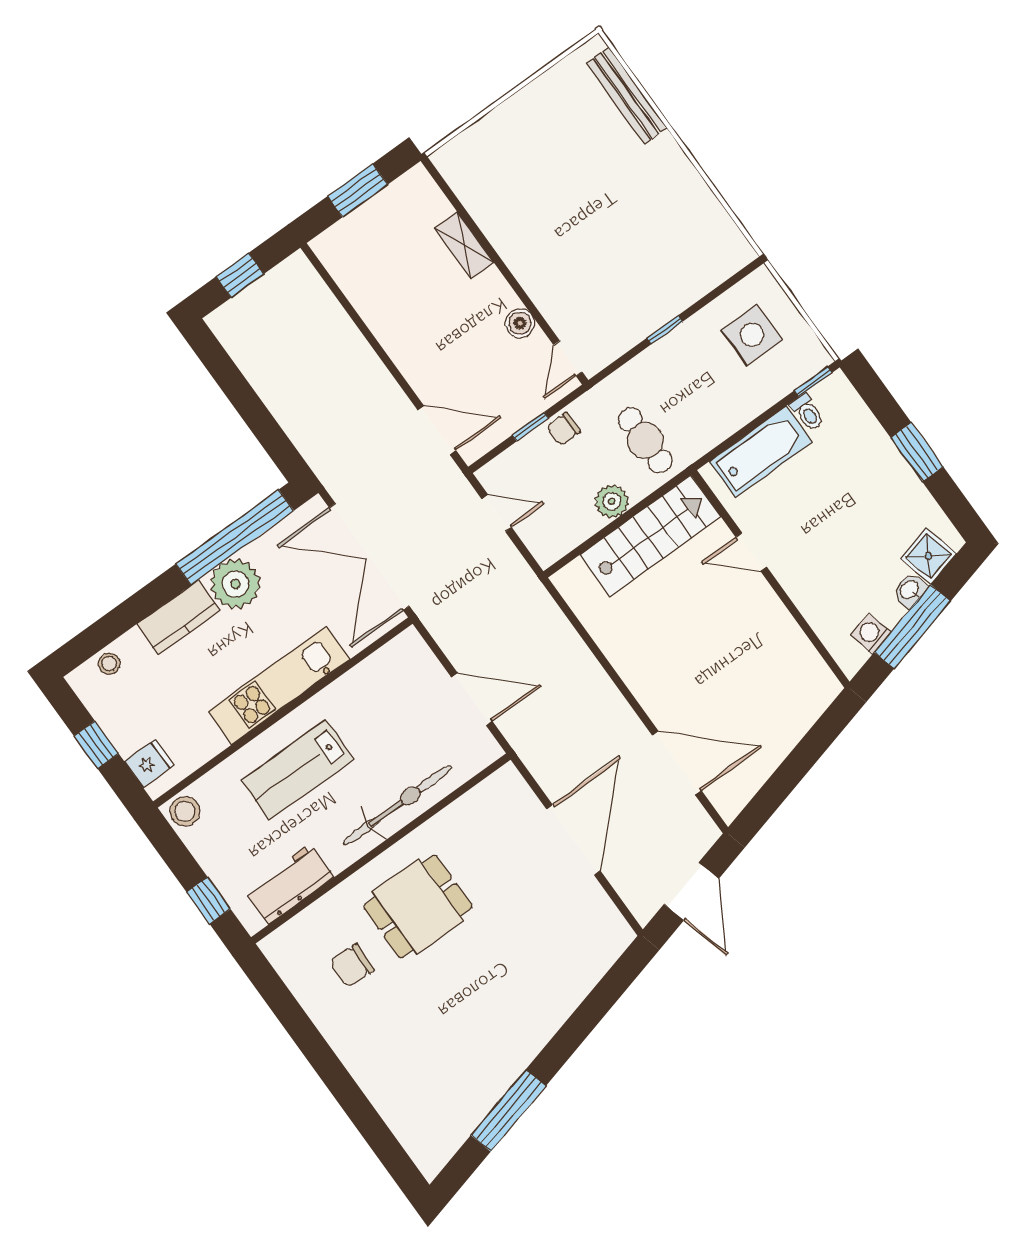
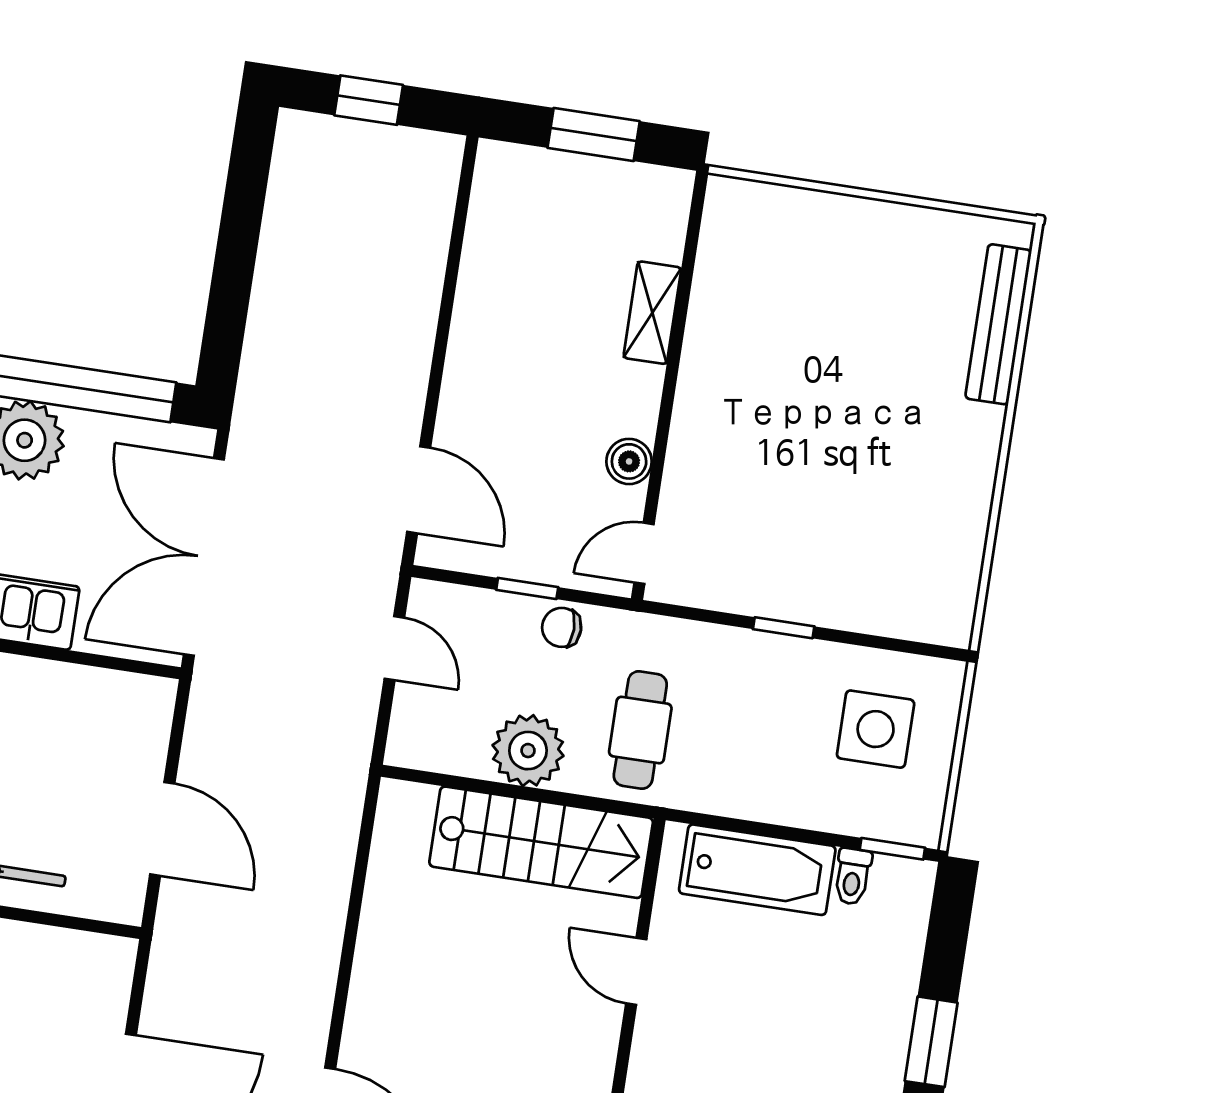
plant: (612, 501) -> (528, 751), width x1.36, depth x1.36

